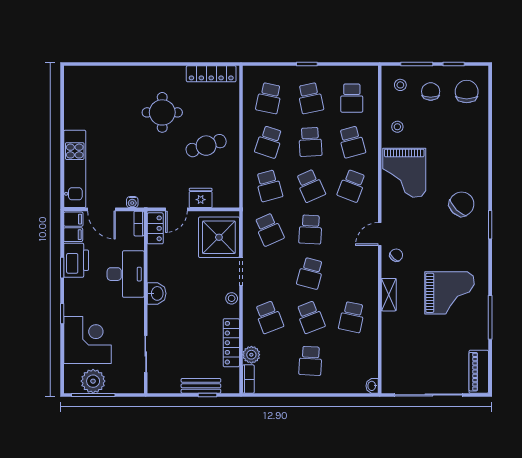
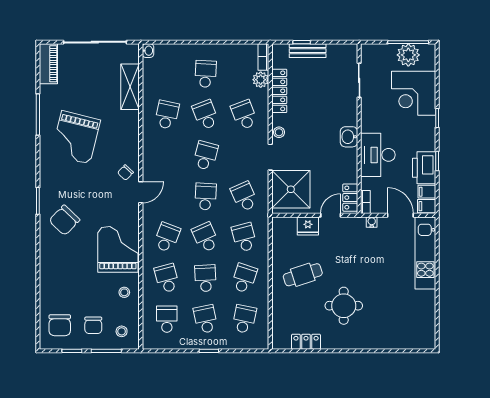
locker: (211, 74) -> (306, 342), width x0.66
grand piano: (449, 293) -> (76, 137), turned -76
shelving: (389, 295) -> (130, 87), moved, width x1.50, depth x1.33

